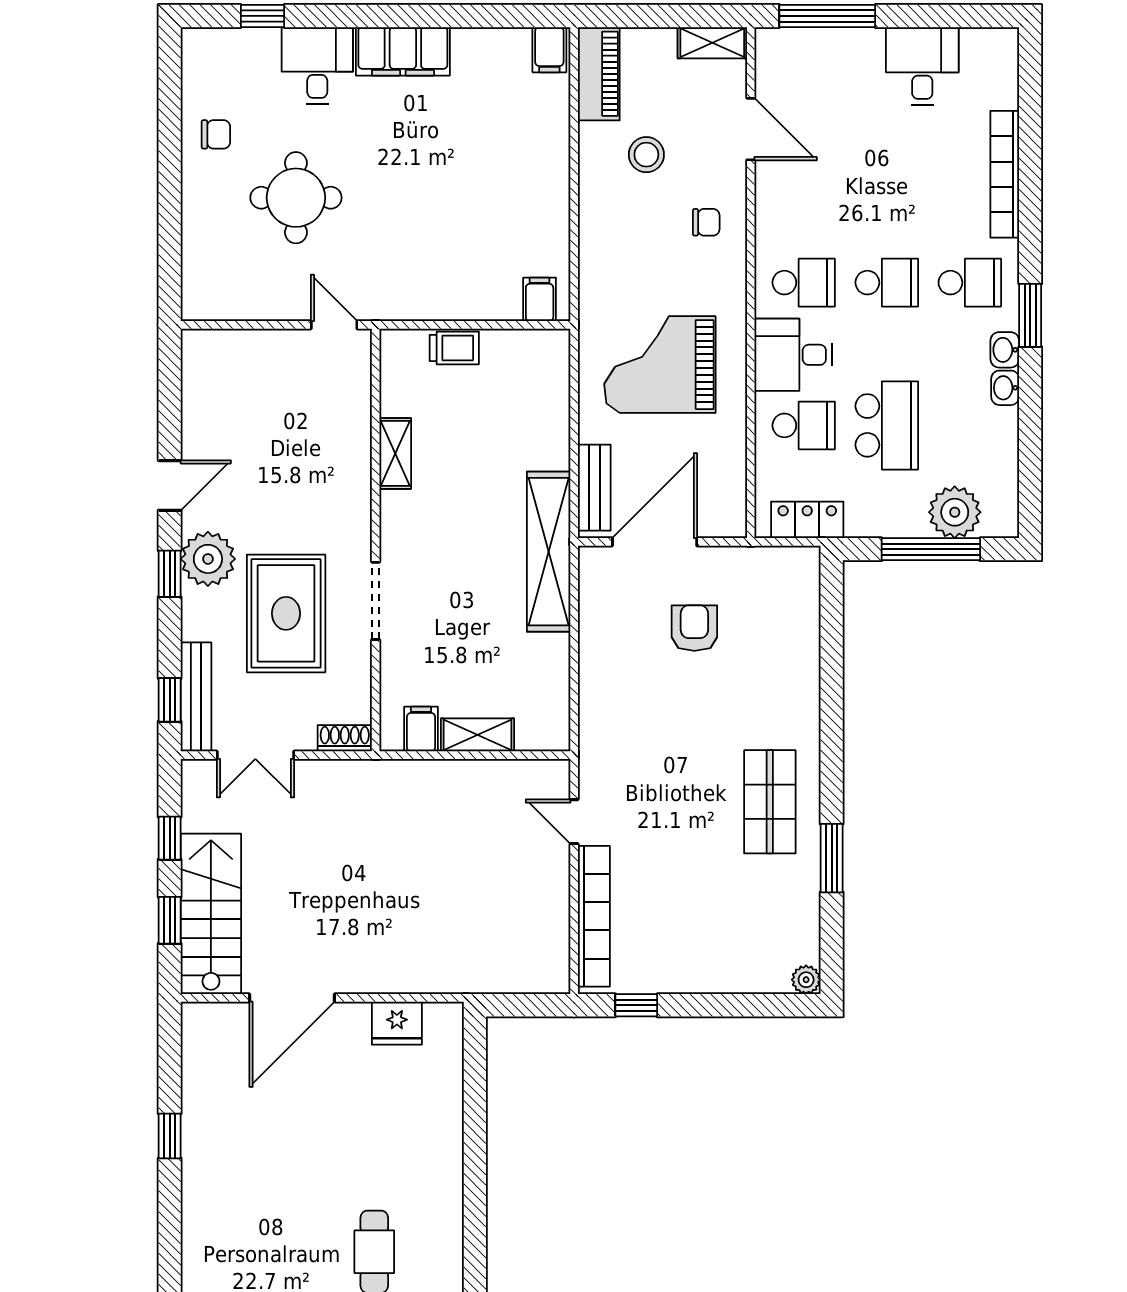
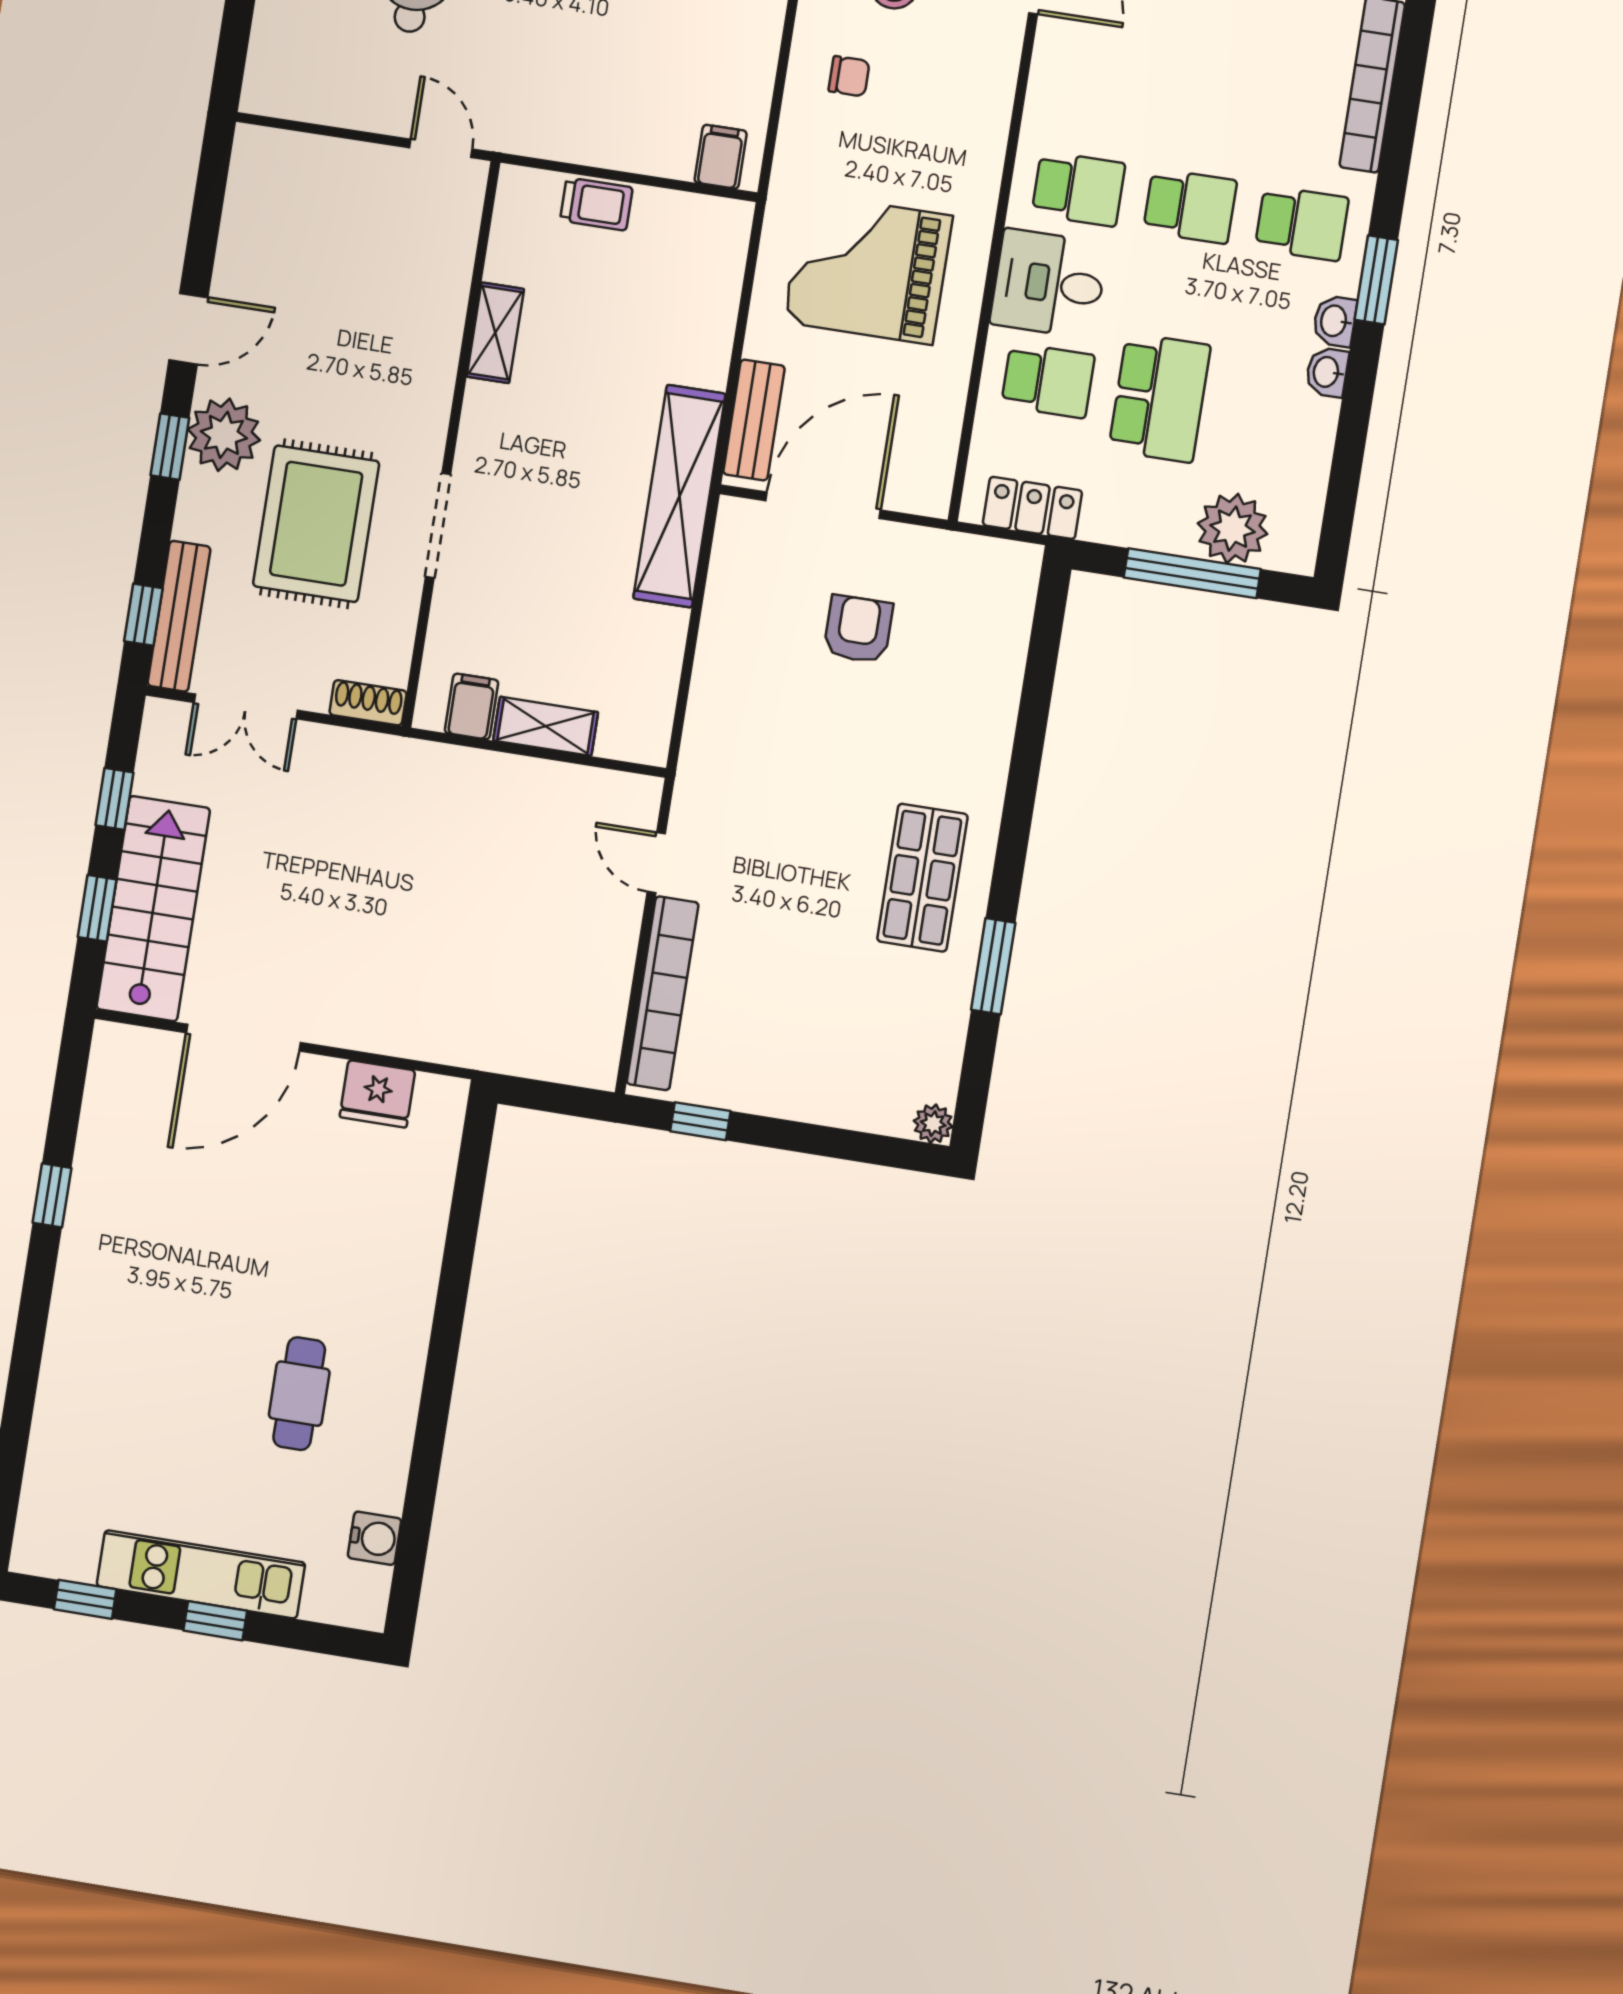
chair: (706, 222) -> (849, 76), moved

